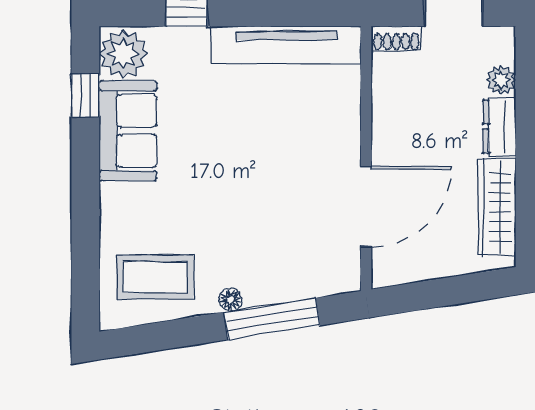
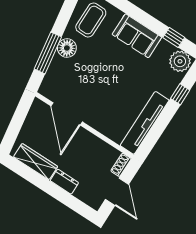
plant: (501, 80) -> (81, 193), removed
sofa: (128, 131) -> (137, 36), moved
floor lamp: (230, 300) -> (67, 48), width x1.89, depth x1.89

